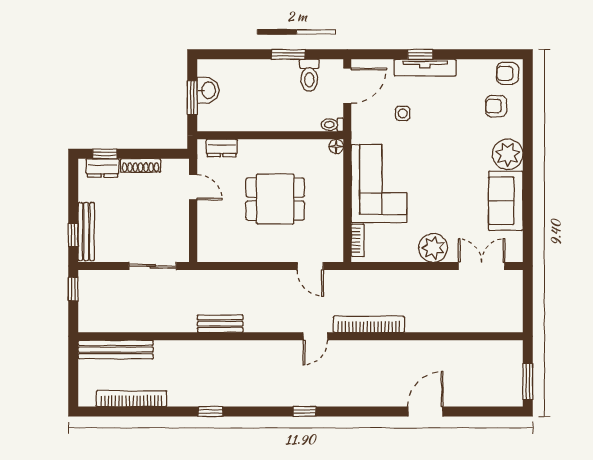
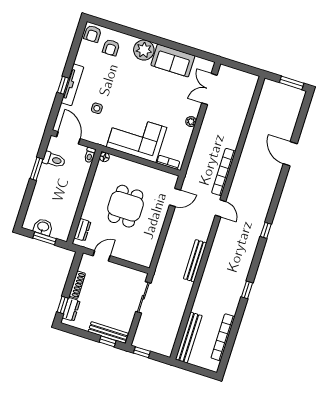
plant: (433, 248) -> (191, 122), width x0.53, depth x0.53
bench: (220, 324) -> (195, 261), width x1.36

